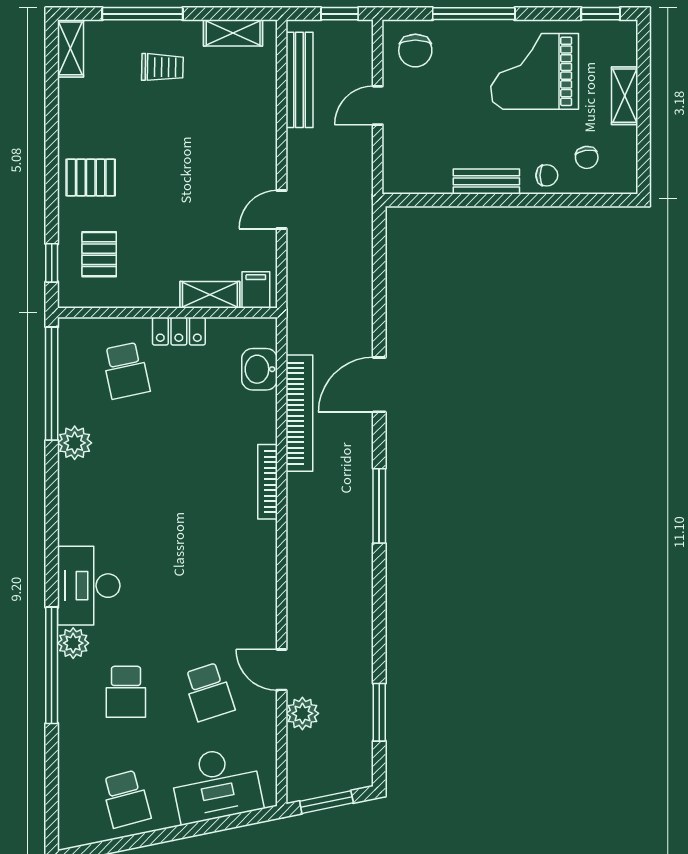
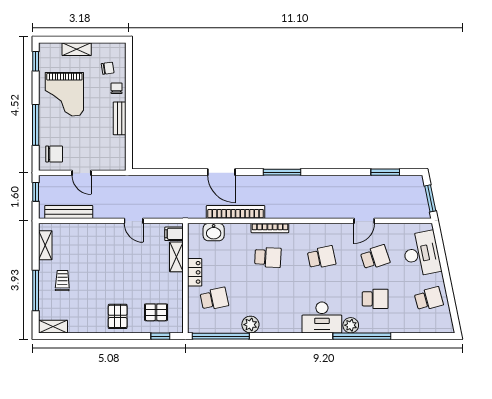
school desk: (209, 478) -> (268, 257), added
school desk: (209, 585) -> (321, 257), added
plant: (302, 713) -> (386, 211), removed

